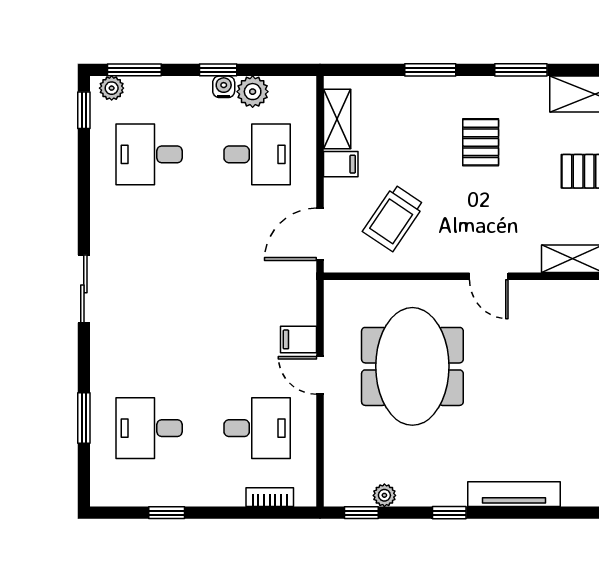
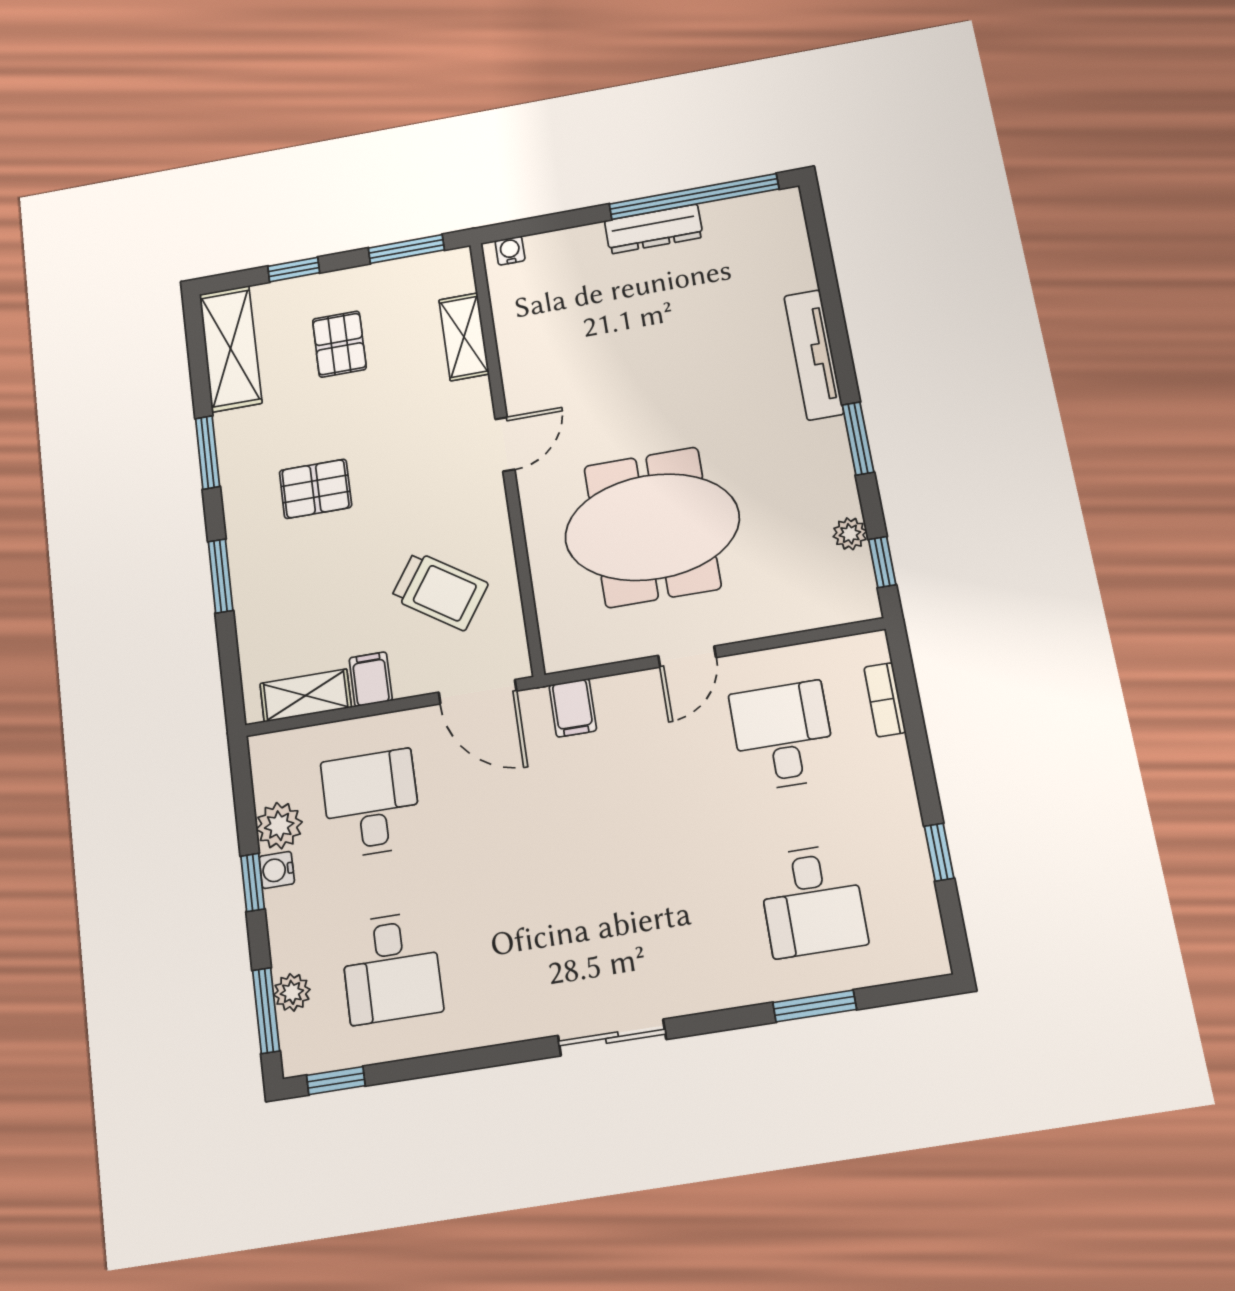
plant: (112, 88) -> (292, 992), moved
filing cabinet: (299, 339) -> (573, 708), moved
window: (449, 513) -> (858, 438), width x1.50

